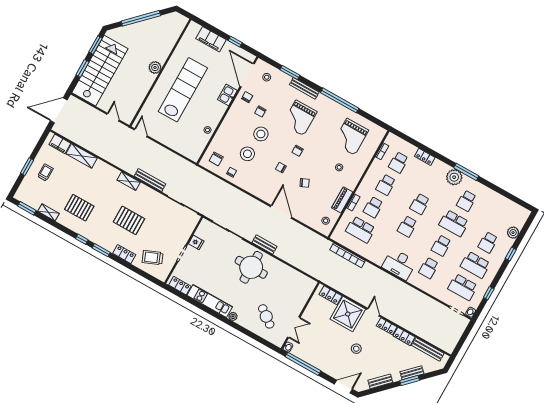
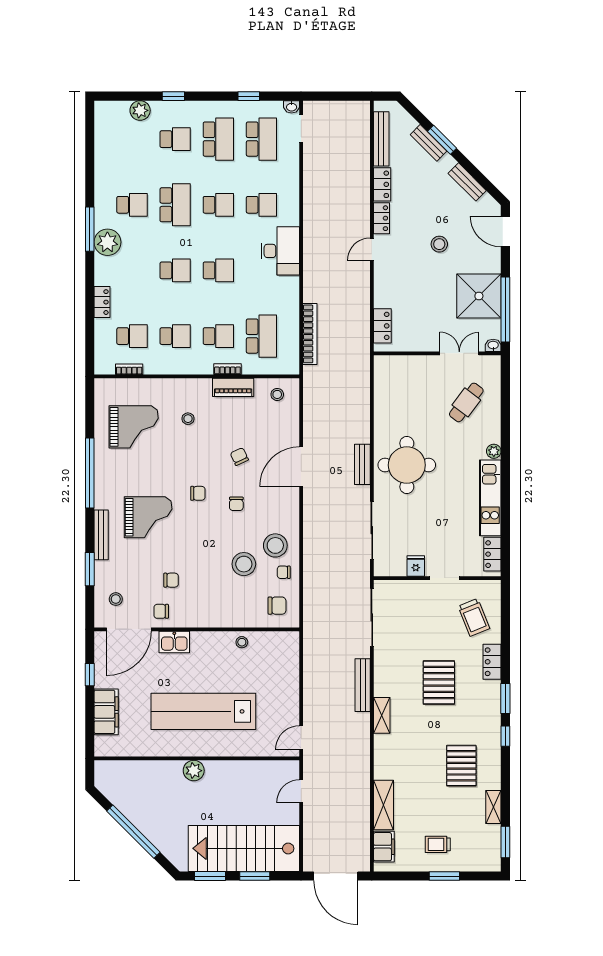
stool: (261, 134) -> (275, 545), moved
shower: (348, 314) -> (479, 296), moved

